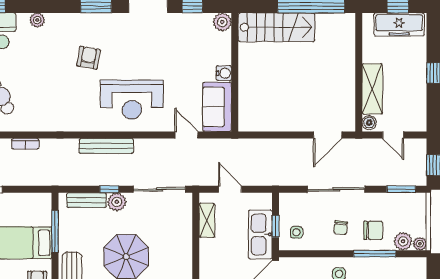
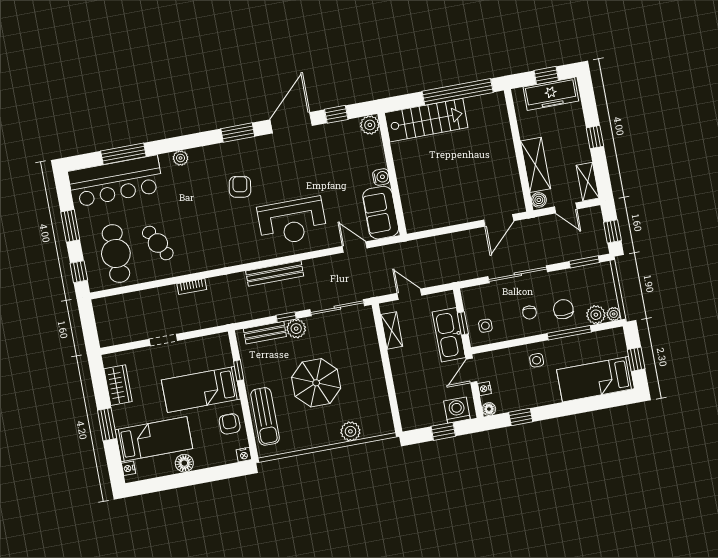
shelving: (419, 114) -> (588, 182), added
chair: (373, 230) -> (563, 309), turned -90
window: (55, 231) -> (239, 370), width x0.46

